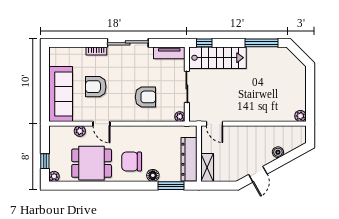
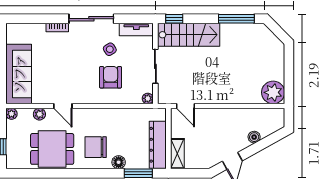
side table: (145, 71) -> (110, 49), added
armchair: (96, 87) -> (57, 66), removed
armchair: (145, 97) -> (111, 77), turned -90
plant: (300, 116) -> (273, 92), width x1.88, depth x1.88
plant: (54, 176) -> (11, 114), moved

